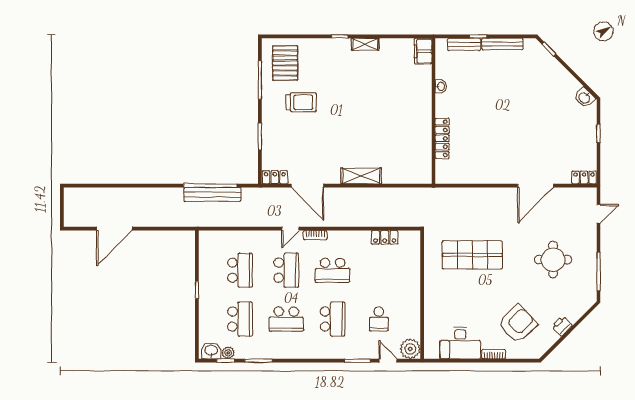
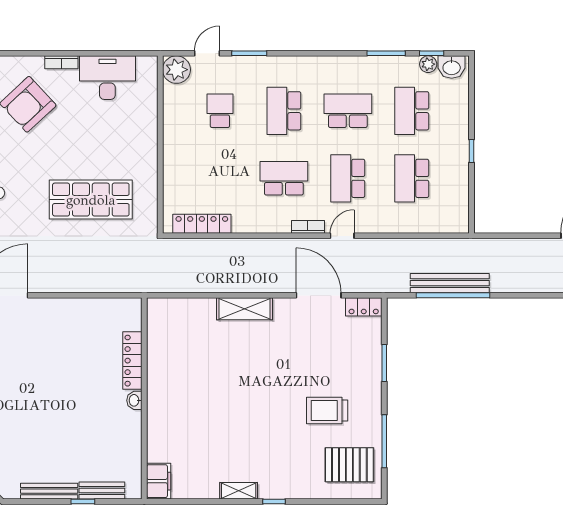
pallet: (285, 63) -> (349, 465), turned 90
washbasin: (441, 86) -> (134, 400), moved
locker: (385, 237) -> (202, 224), width x1.53
door: (388, 361) -> (207, 53), swing flipped

